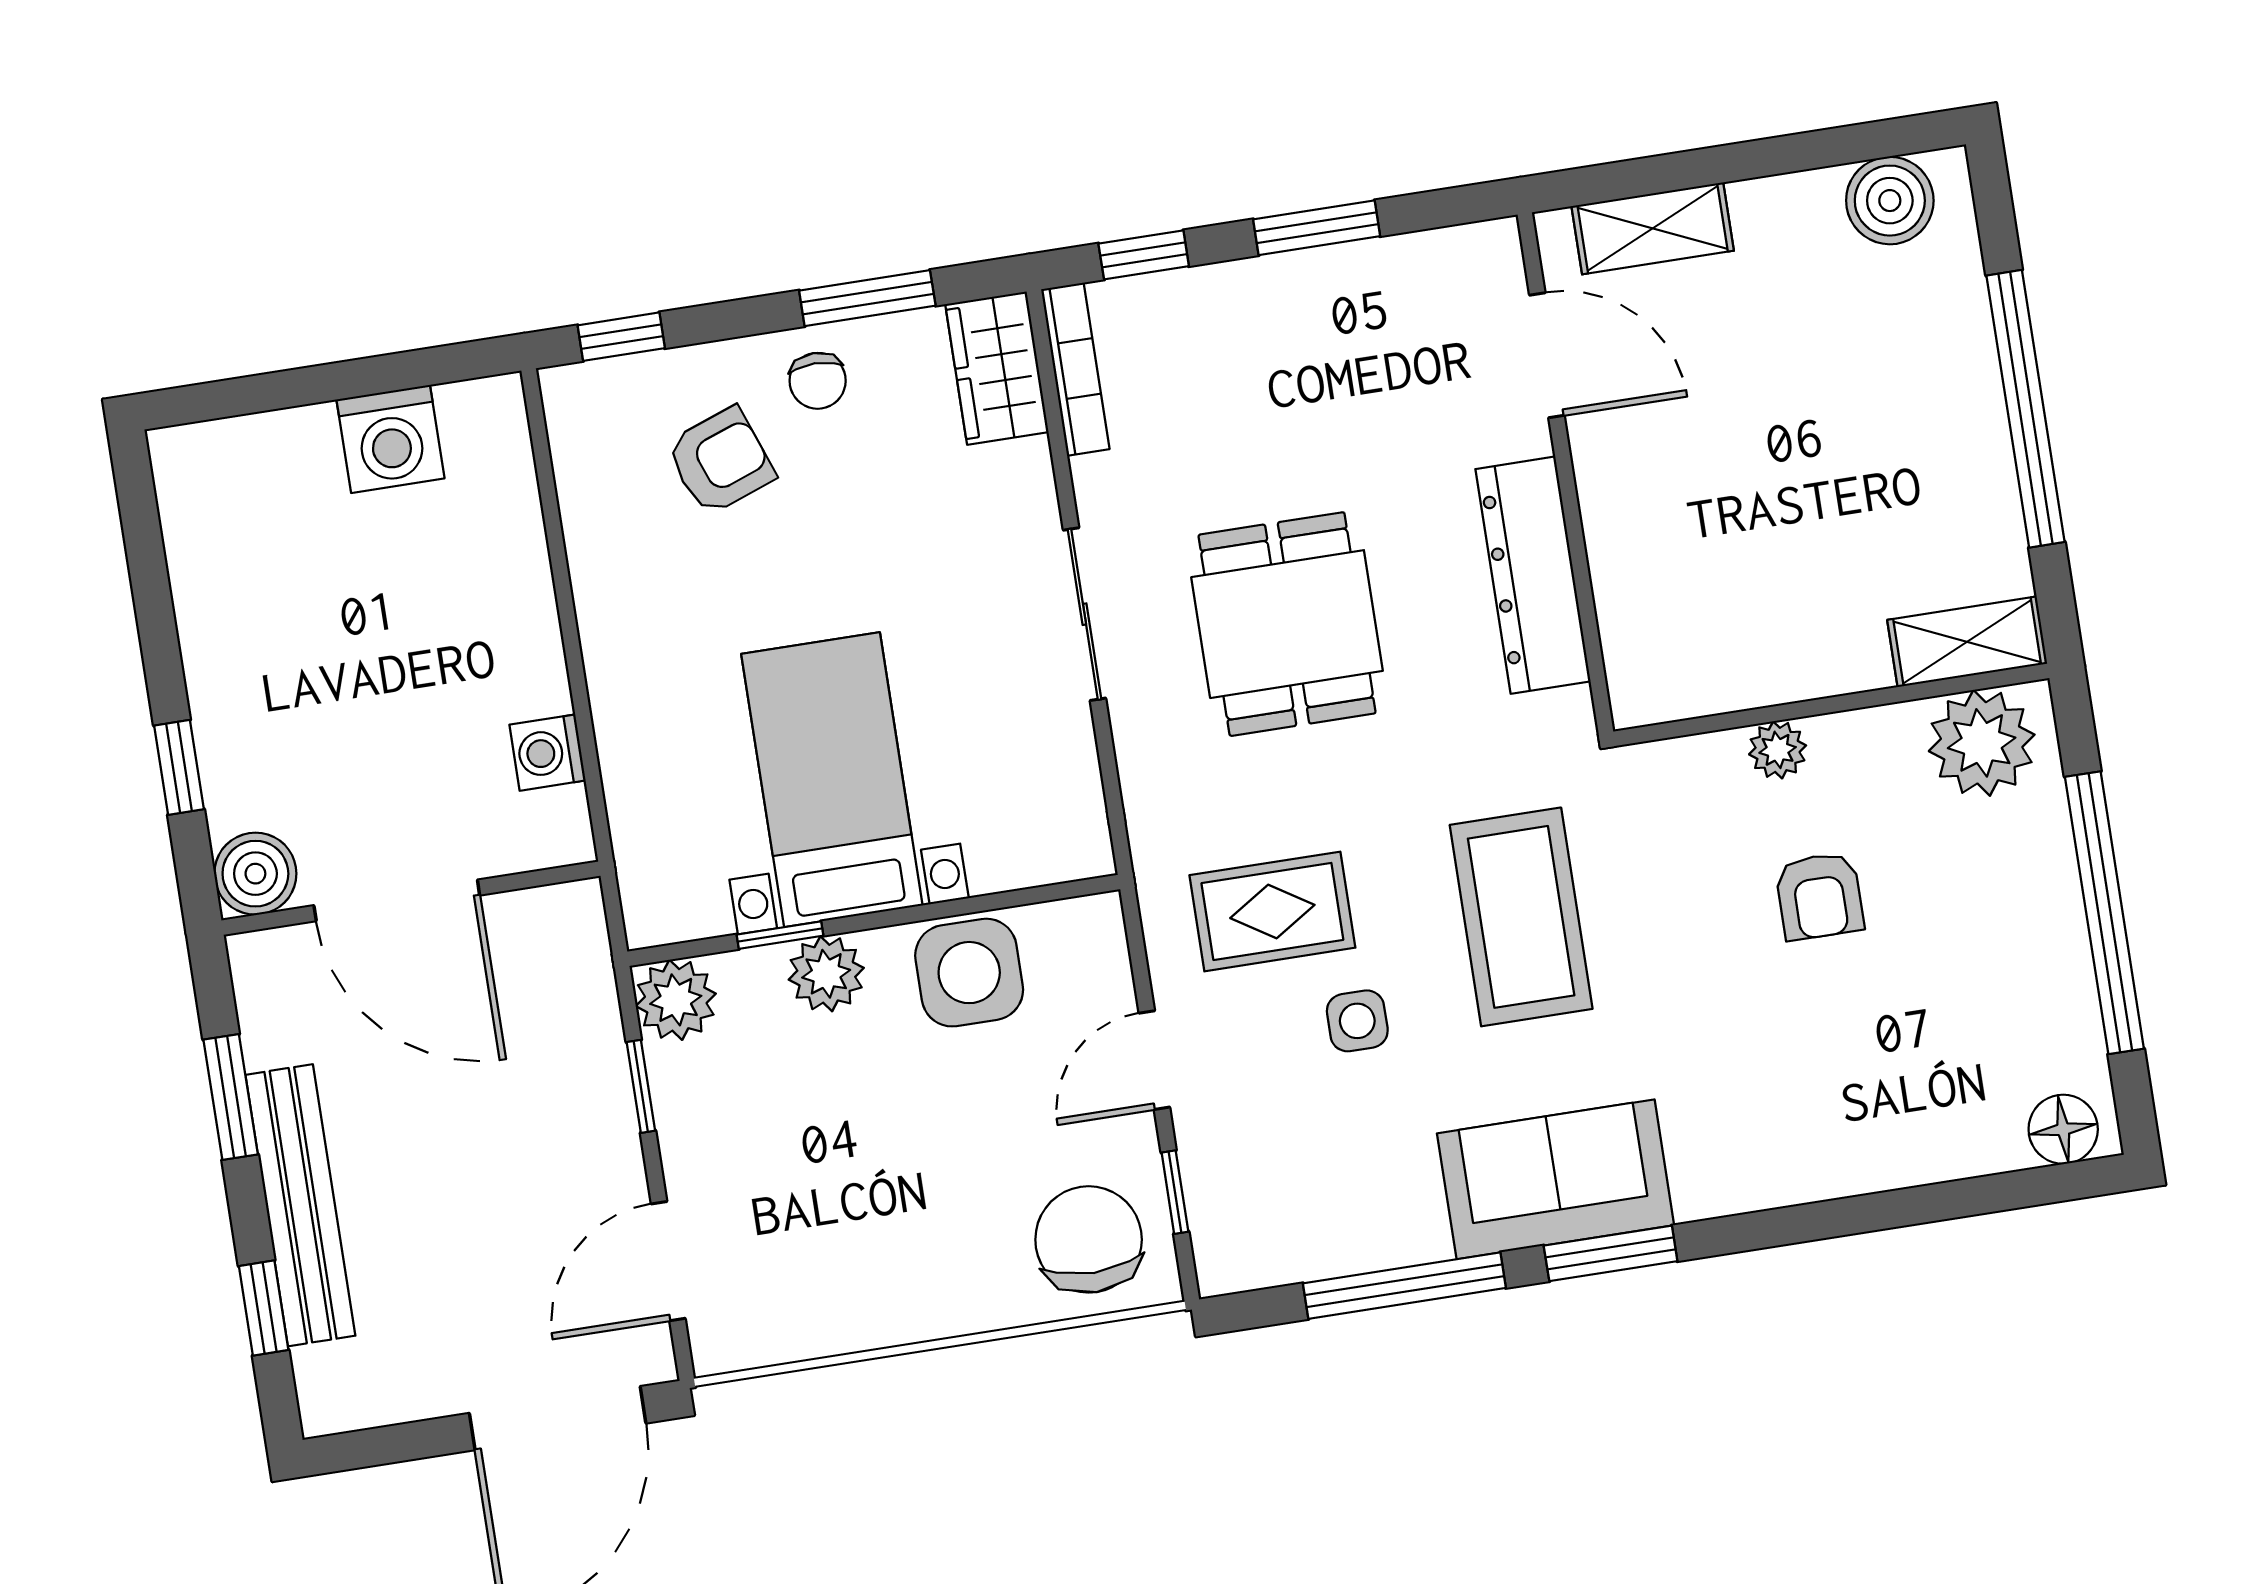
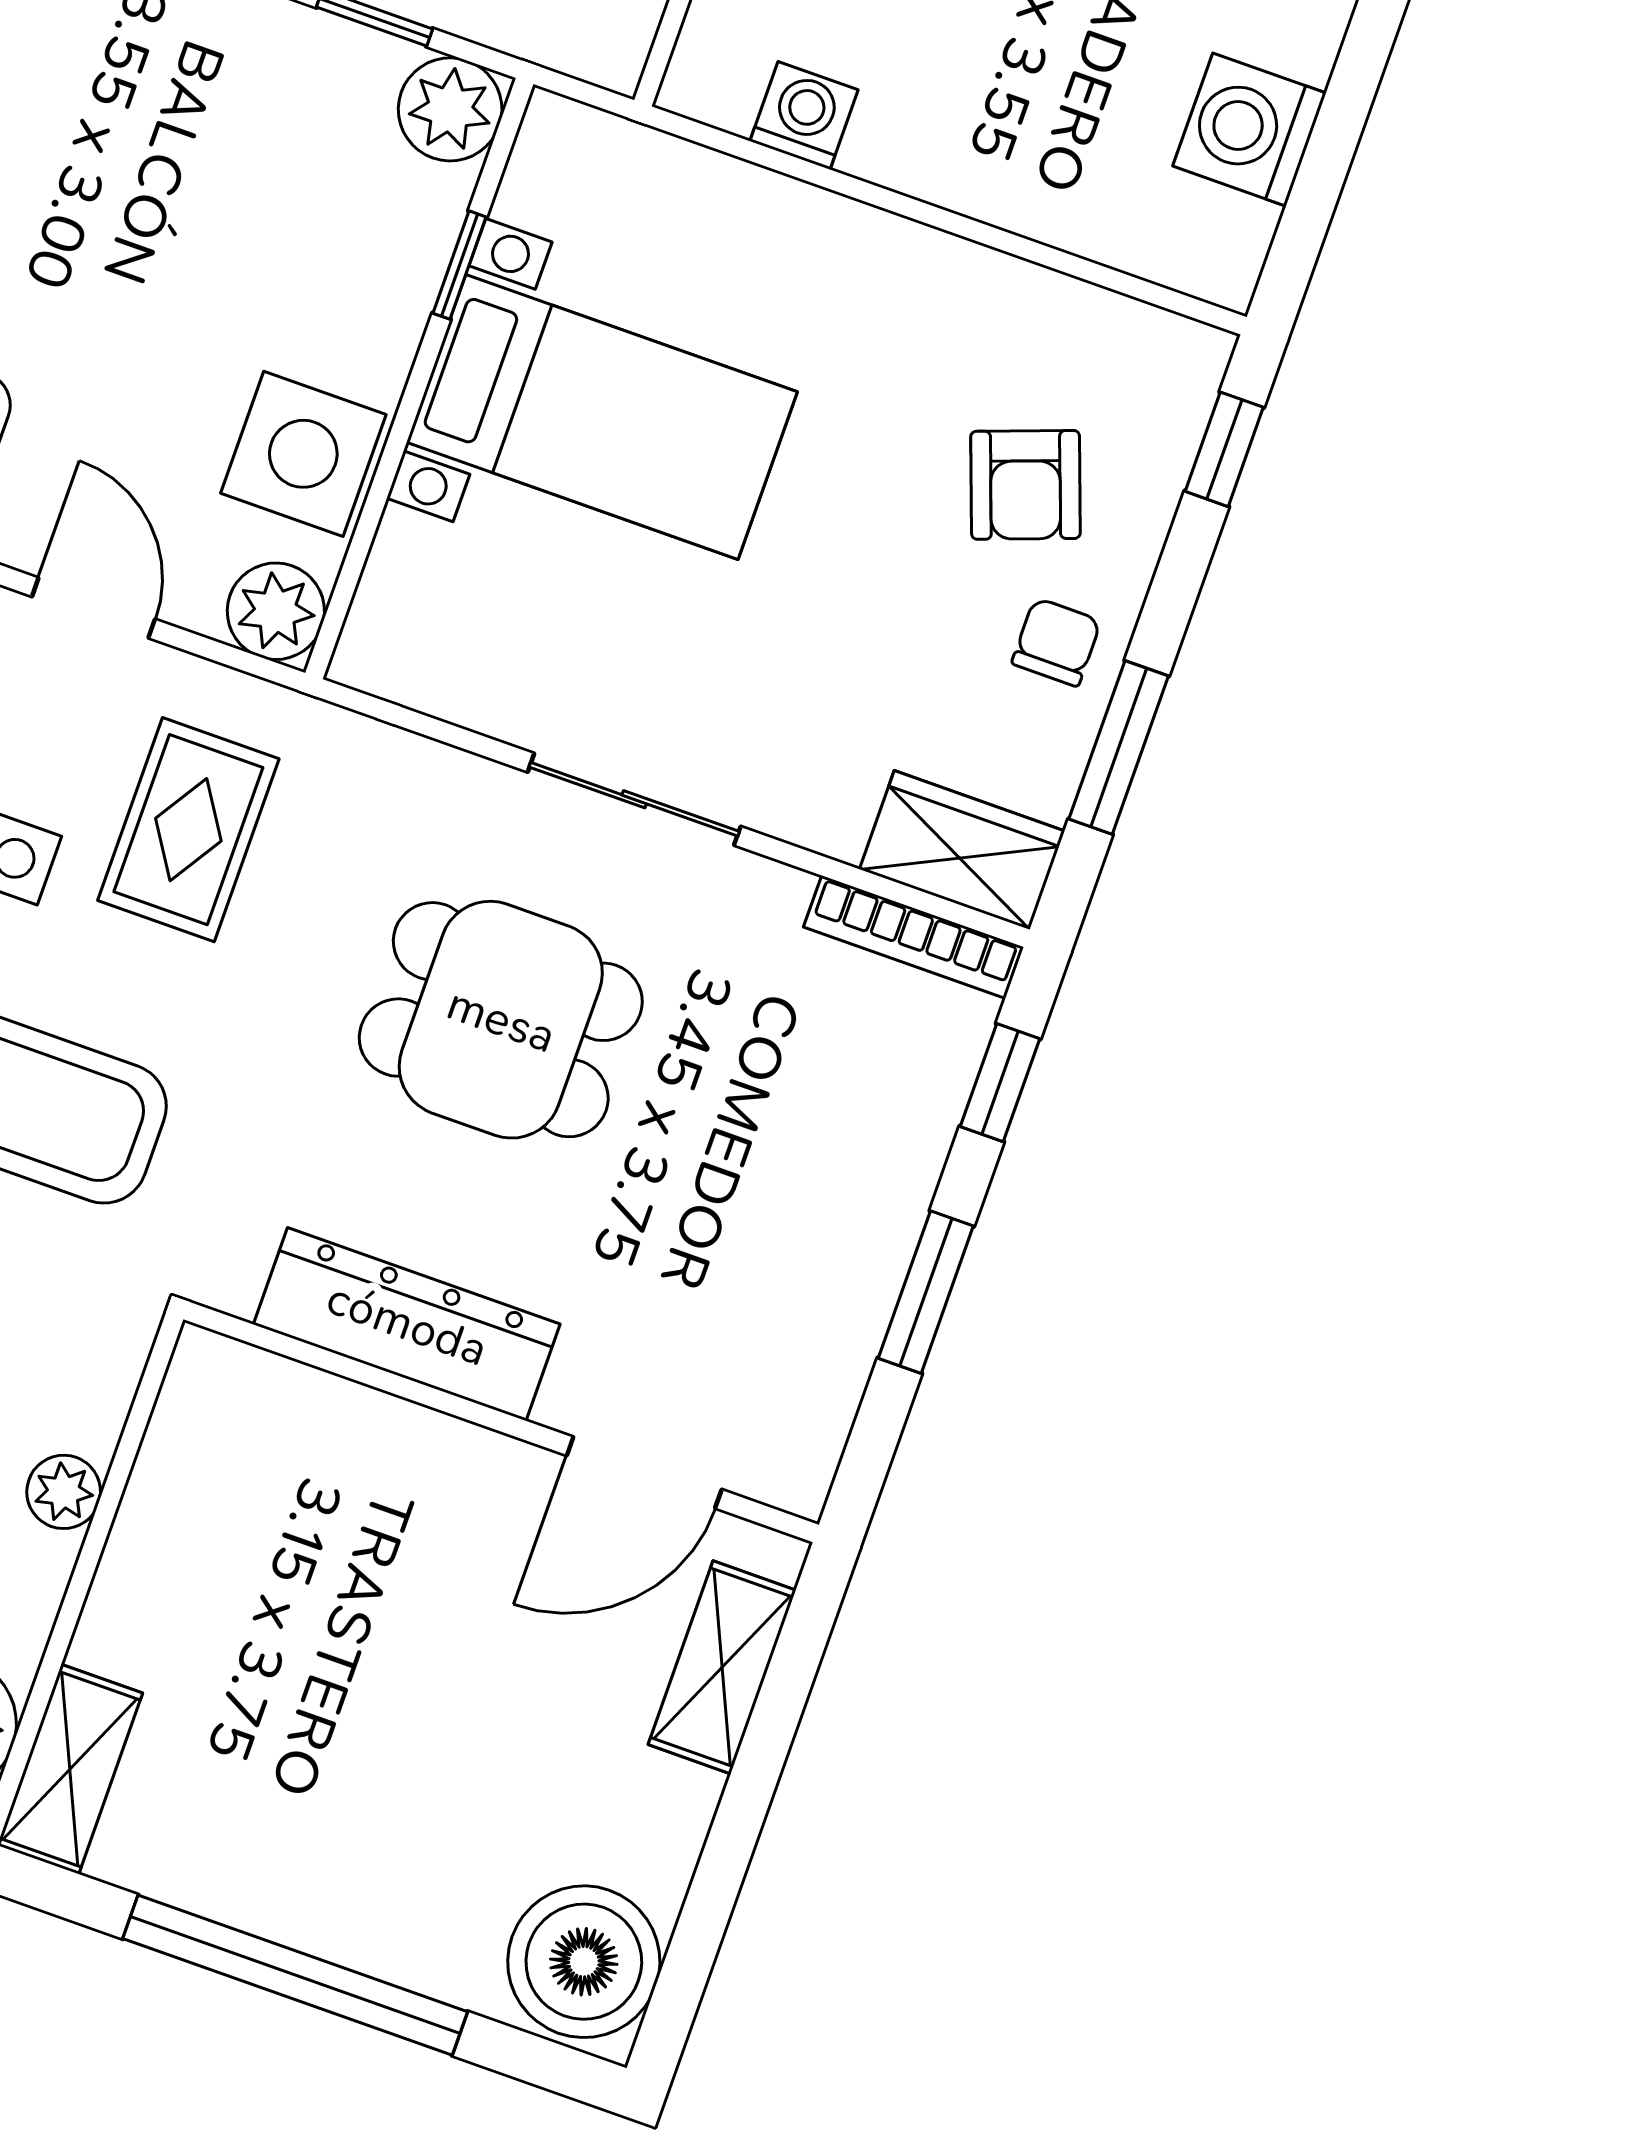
boiler: (1890, 201) -> (584, 1962), width x1.37, depth x1.37
chair: (818, 381) -> (1056, 642), turned 90
plant: (826, 974) -> (276, 611), moved

